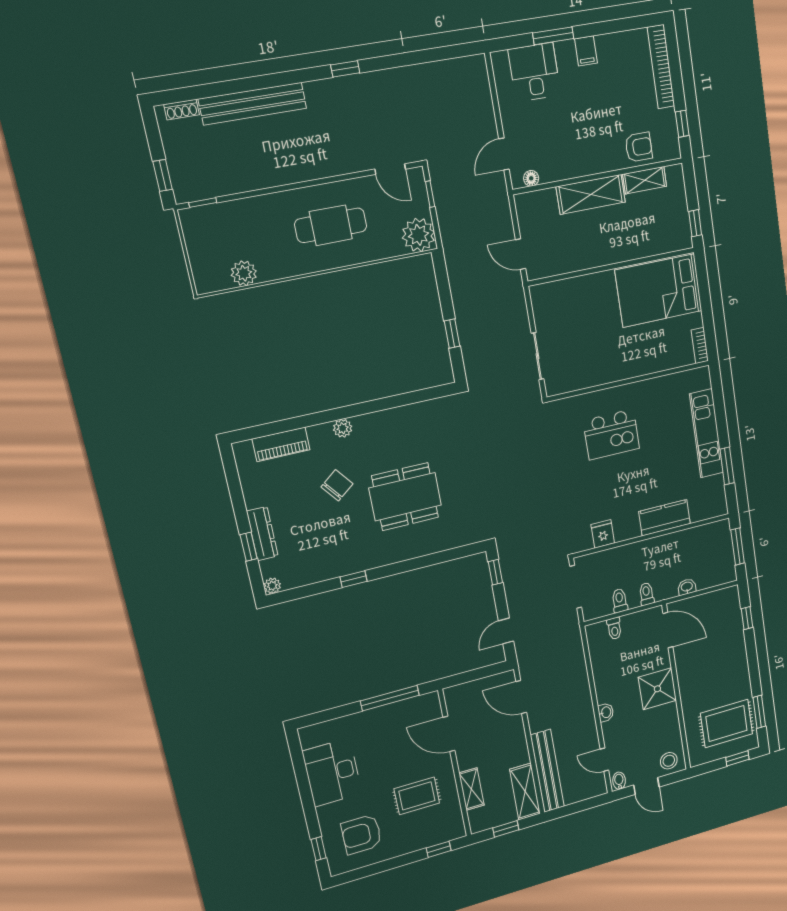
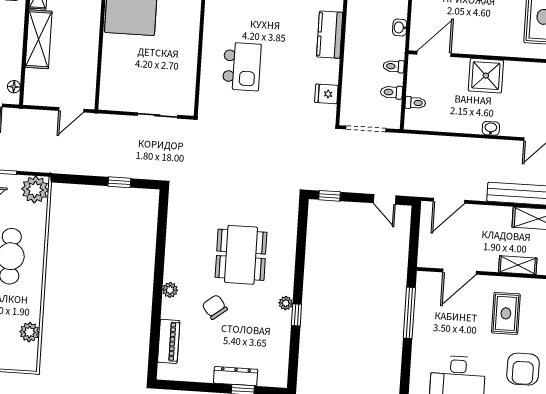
plant: (272, 586) -> (286, 303), moved

